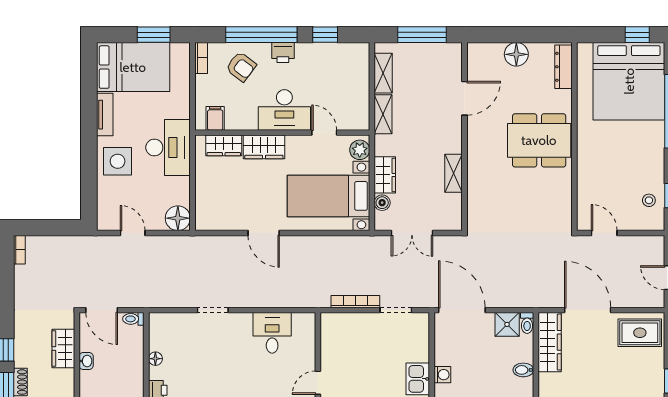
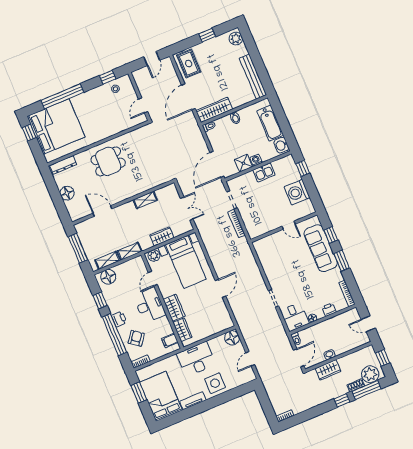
floor lamp: (357, 63) -> (108, 277), added
dining table: (539, 140) -> (108, 161), width x0.73
boiler: (382, 203) -> (177, 232), removed
shower: (507, 324) -> (243, 163), moved
desk: (272, 333) -> (295, 317), moved, turned -90

